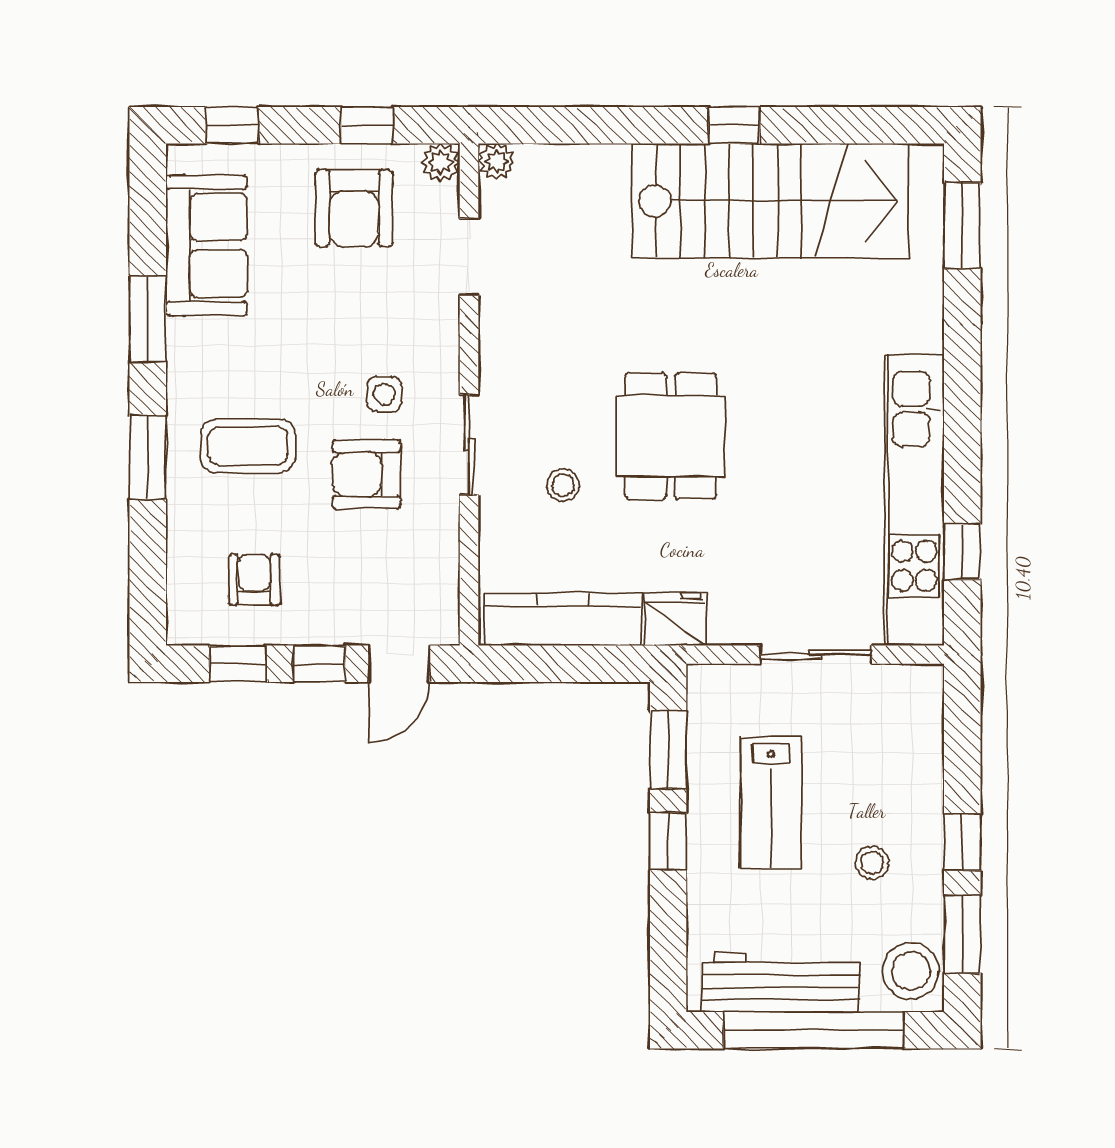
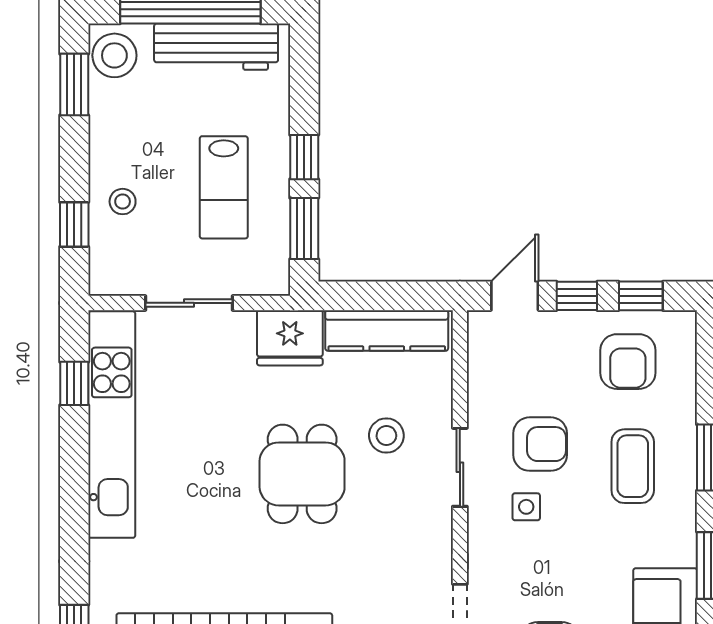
coffee table: (248, 446) -> (633, 466), turned 90
stool: (563, 485) -> (386, 435), width x1.37, depth x1.37
armchair: (254, 580) -> (628, 362), width x1.38, depth x1.38
fridge: (675, 619) -> (290, 338), width x1.36, depth x1.34
lab bench: (771, 803) -> (224, 187), turned 180
window: (962, 842) -> (74, 224), moved
stool: (872, 863) -> (123, 202), moved

